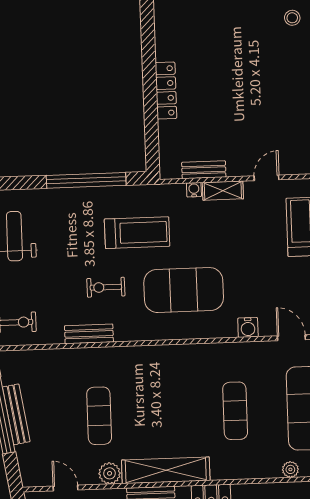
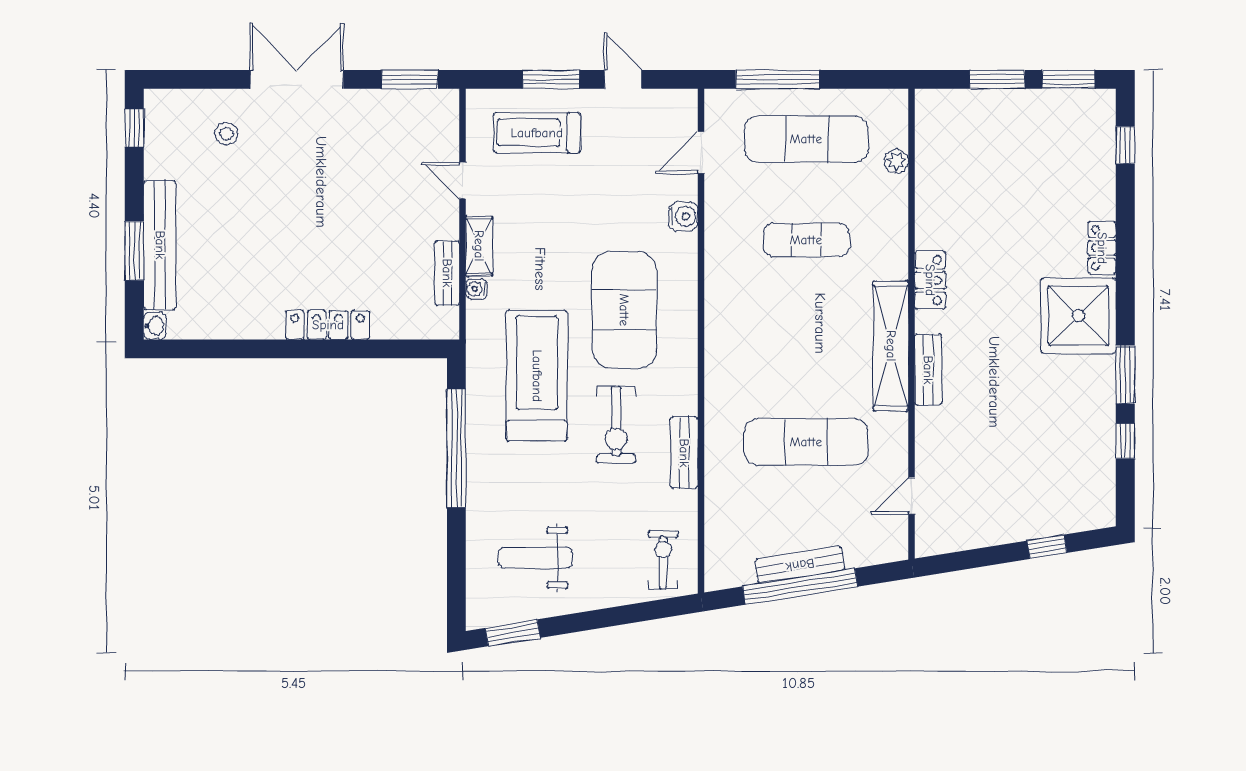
treadmill: (137, 233) -> (537, 376), width x1.37, depth x1.38
exercise bike: (106, 287) -> (616, 425), width x1.38, depth x1.39
exercise mat: (99, 416) -> (806, 442), width x1.36, depth x1.45
plant: (110, 473) -> (892, 430), removed

